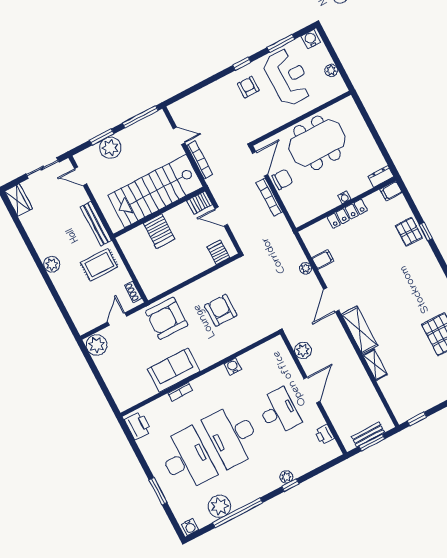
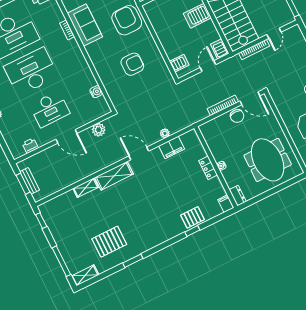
meeting table: (317, 143) -> (268, 160), moved
locker: (347, 214) -> (208, 168), width x0.66
filing cabinet: (323, 259) -> (172, 147), width x2.00
water cooler: (233, 366) -> (96, 92), moved

